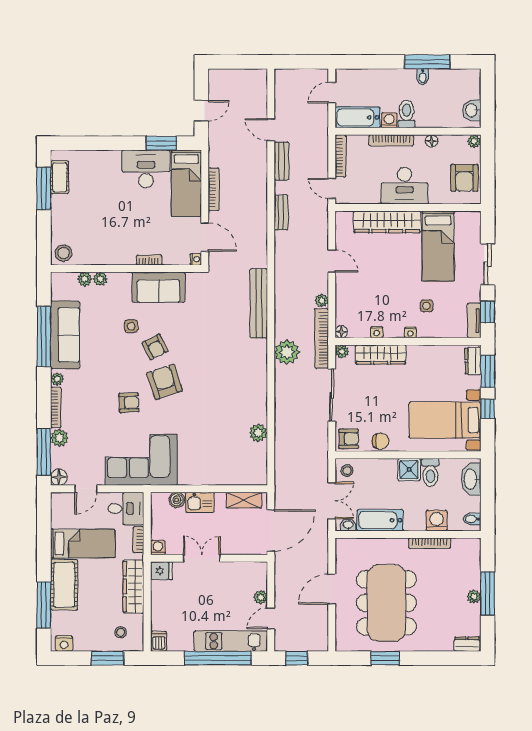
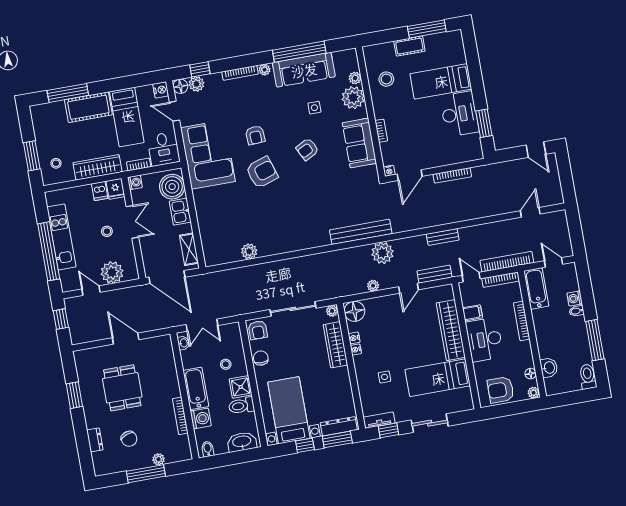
bidet: (423, 77) -> (577, 311), moved
washbasin: (472, 110) -> (549, 368), moved, turned 90
door: (201, 111) -> (536, 150), moved
toilet: (407, 114) -> (588, 377), moved, turned -90
washing machine: (389, 120) -> (575, 298), moved, turned 180
door: (271, 130) -> (530, 212), moved
floor lamp: (432, 141) -> (531, 374), moved
bench: (281, 161) -> (435, 274), moved
cot: (60, 177) -> (409, 46), moved
bed: (186, 183) -> (441, 81), moved
door: (332, 188) -> (471, 277), hinge flipped
filing cabinet: (372, 194) -> (473, 313), added
stool: (63, 253) -> (386, 79), moved
plant: (100, 279) -> (353, 98), width x1.87, depth x1.87
side table: (131, 326) -> (314, 108), moved
floor lamp: (341, 332) -> (354, 311), width x1.89, depth x1.89
nightstand: (410, 332) -> (356, 350), moved
bookcase: (322, 338) -> (507, 262), moved
plant: (287, 352) -> (383, 253), moved
dresser: (473, 361) -> (339, 426), width x1.44
armchair: (165, 382) -> (262, 172), moved
plant: (59, 438) -> (196, 84), moved
chair: (381, 441) -> (261, 358), turned 180
window: (44, 452) -> (200, 69), width x0.46
stool: (347, 471) -> (226, 364), moved
boiler: (177, 500) -> (172, 187), width x1.86, depth x1.86
bathtub: (380, 520) -> (196, 388), moved
stool: (207, 589) -> (107, 231), added
plant: (261, 597) -> (112, 272), width x1.87, depth x1.87
plant: (474, 597) -> (159, 459), moved
dining table: (386, 603) -> (122, 388), width x0.53, depth x0.80
chair: (445, 605) -> (129, 439), added
dishwasher: (159, 641) -> (100, 191), moved, turned 90
kitchen unit: (231, 641) -> (61, 237), moved
nightstand: (64, 644) -> (161, 90), moved, turned 180
dresser: (467, 644) -> (95, 440), moved

